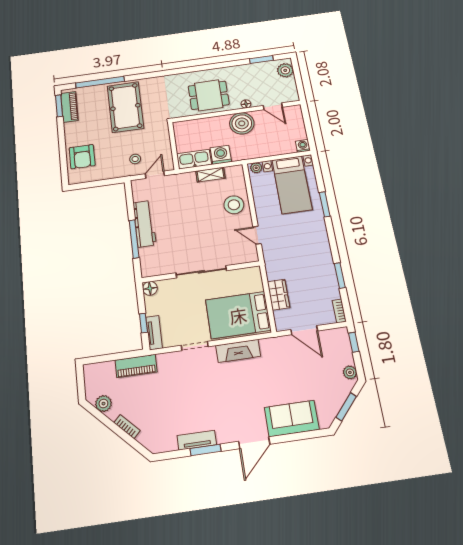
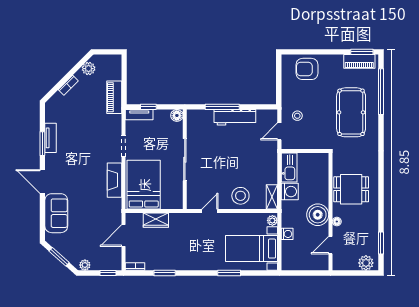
dining table: (209, 95) -> (351, 189), turned 90
pool table: (125, 107) -> (351, 112), turned 90
washing machine: (303, 146) -> (287, 234), moved
door: (155, 175) -> (279, 131), swing flipped
shelving: (210, 175) -> (272, 197), moved

